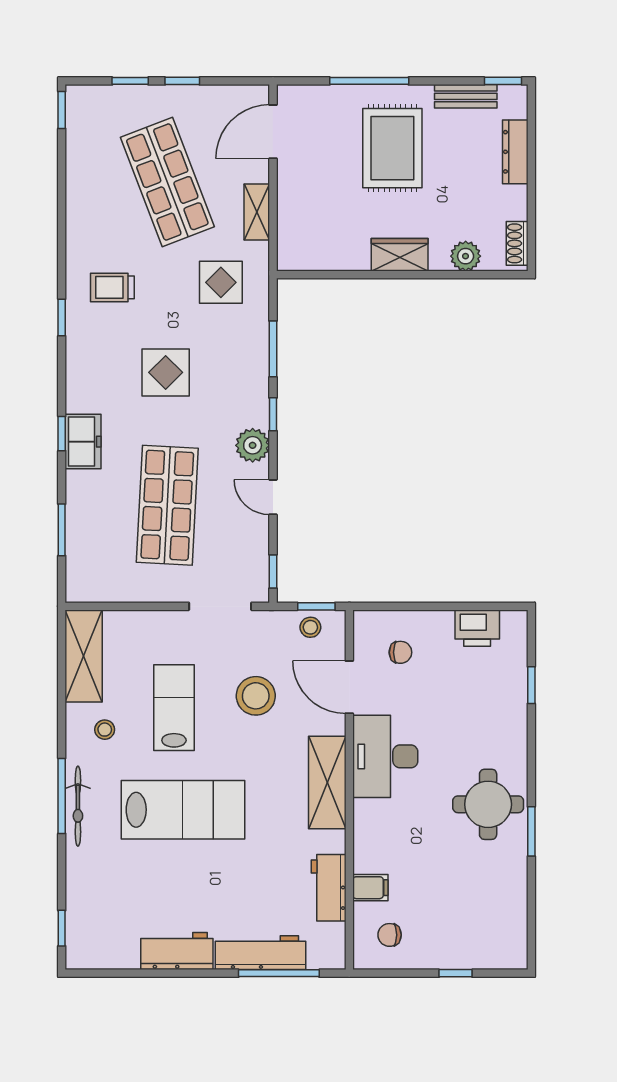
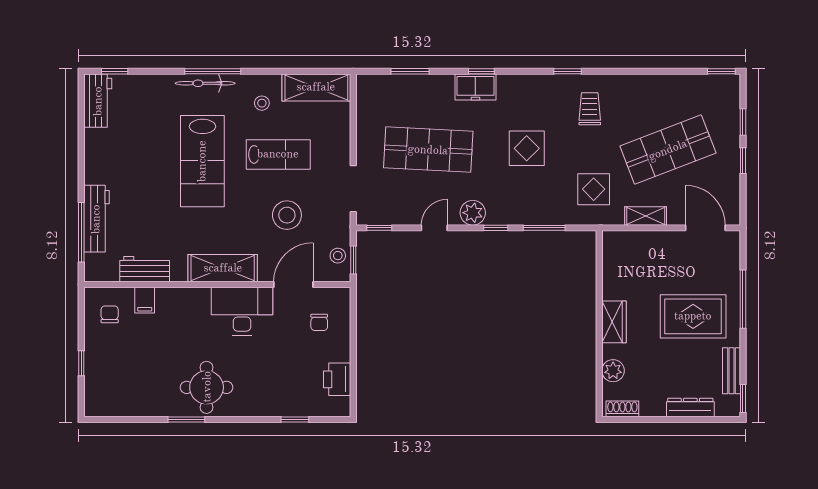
workbench: (177, 951) -> (98, 101), moved

